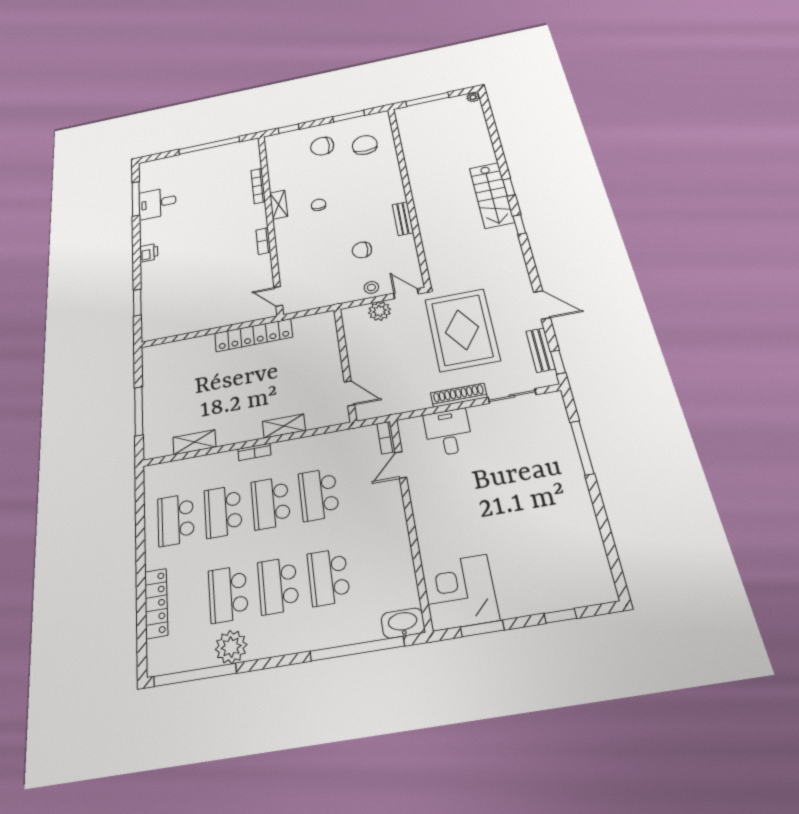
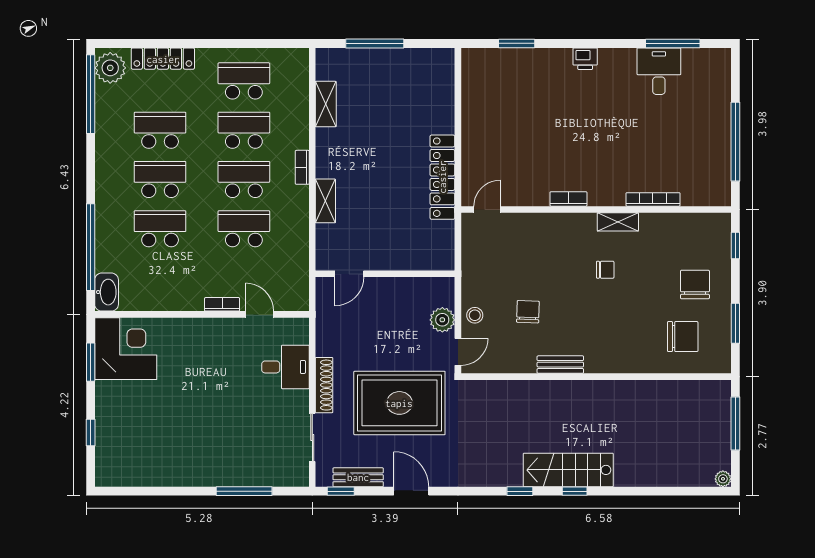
door: (542, 305) -> (411, 491), swing flipped
bookcase: (386, 438) -> (222, 304), moved
plant: (231, 647) -> (110, 68), moved

